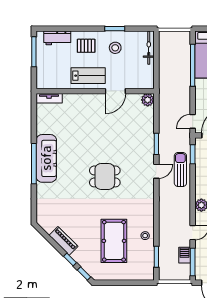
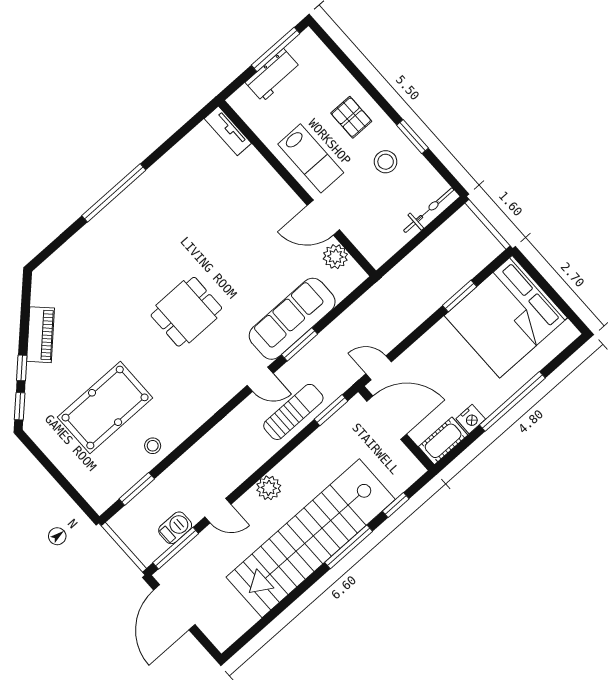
workbench: (57, 38) -> (273, 75), moved, turned -90
window: (193, 65) -> (460, 296), width x0.47
plant: (148, 100) -> (335, 257), moved
sofa: (46, 158) -> (292, 319), moved, turned 180
dining table: (105, 176) -> (186, 312), turned 90

